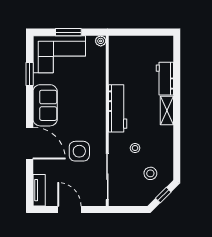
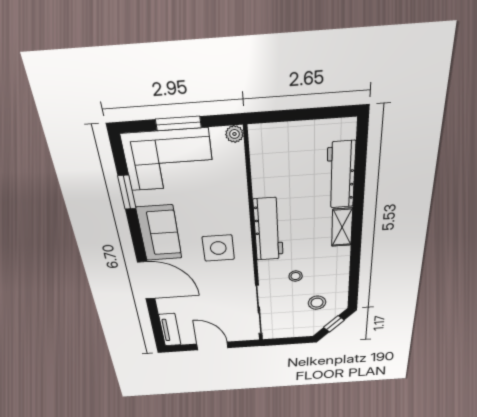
workbench: (165, 79) -> (341, 175), width x1.38
side table: (79, 151) -> (218, 248), moved

